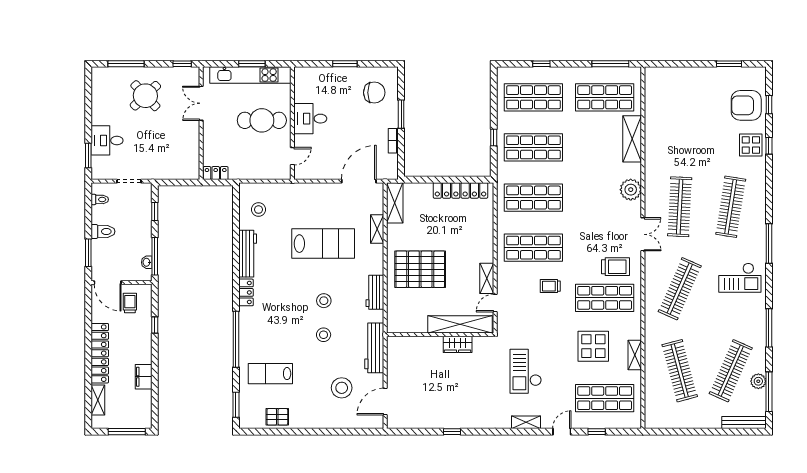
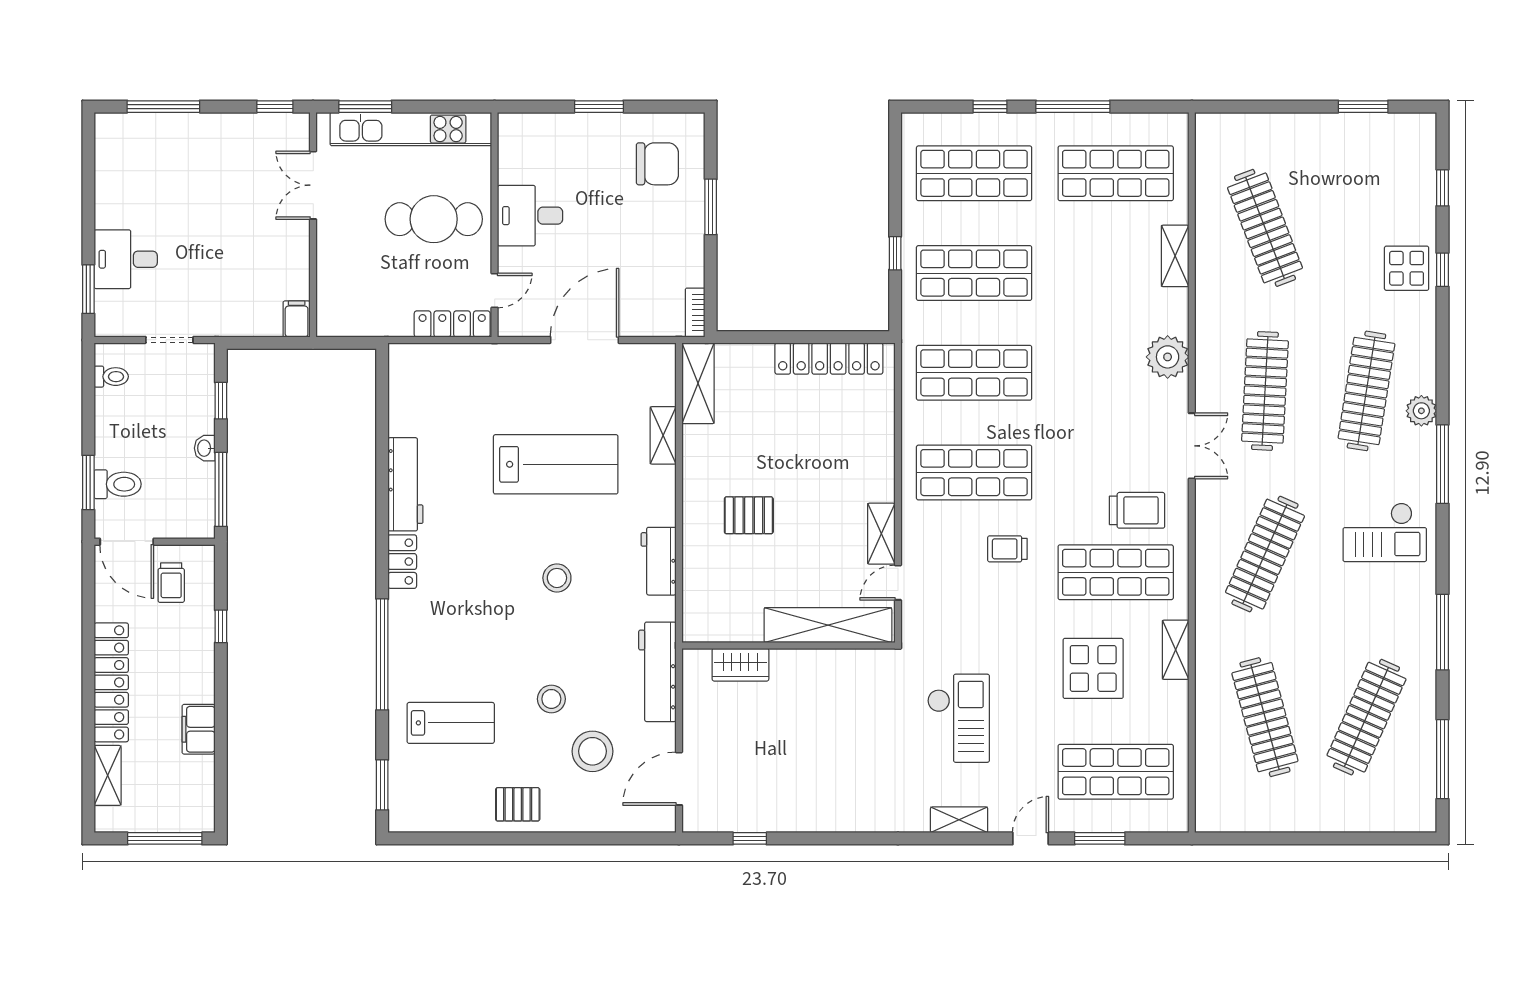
window: (252, 64) -> (365, 107), moved
window: (610, 64) -> (1073, 107), moved
round table: (145, 96) -> (202, 170), removed
armchair: (746, 105) -> (1397, 189), removed
clothes rail: (680, 125) -> (1265, 228), added
shelving: (632, 139) -> (1175, 256), width x0.67, depth x0.75
bookcase: (393, 141) -> (695, 313), moved
filing cabinet: (193, 171) -> (297, 319), added
locker: (216, 173) -> (452, 324), moved, width x1.53
door: (359, 181) -> (585, 340), moved
stool: (259, 210) -> (427, 397), removed
toilet: (103, 231) -> (118, 484), moved
washbasin: (147, 262) -> (205, 448), moved
pallet: (420, 269) -> (749, 515), width x0.49, depth x0.50
trolley: (130, 303) -> (171, 583), turned 180
stool: (324, 335) -> (551, 699), moved
wardrobe: (458, 344) -> (740, 665), moved
shelving: (635, 355) -> (1176, 650), moved
checkout: (526, 371) -> (958, 718), turned 180
lab bench: (270, 374) -> (451, 723), turned 180
plant: (758, 381) -> (1421, 411), moved
pallet: (277, 417) -> (518, 804), moved
bench: (744, 423) -> (1393, 820), removed
window: (452, 432) -> (750, 838), moved
window: (597, 432) -> (1100, 838), width x1.50

